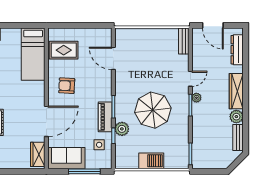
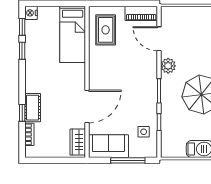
rug: (64, 50) -> (106, 30), turned 90
armchair: (67, 86) -> (109, 68), removed
piano: (105, 117) -> (141, 13), moved, turned -90
plant: (122, 129) -> (168, 66), moved

